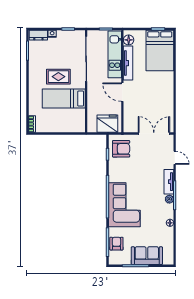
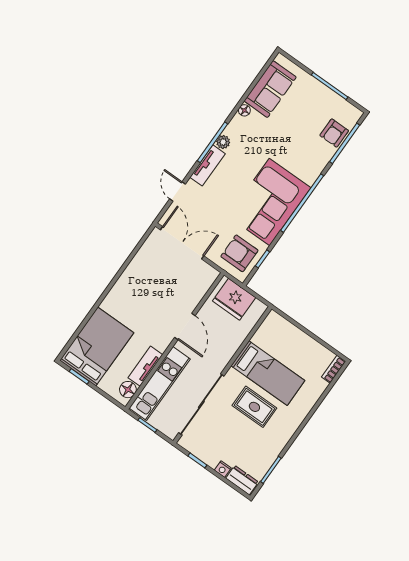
tv unit: (128, 63) -> (145, 366), width x0.71
double door: (154, 134) -> (182, 243), swing flipped
corner sofa: (124, 205) -> (270, 202), moved
sofa: (147, 256) -> (270, 89), moved, turned -90

